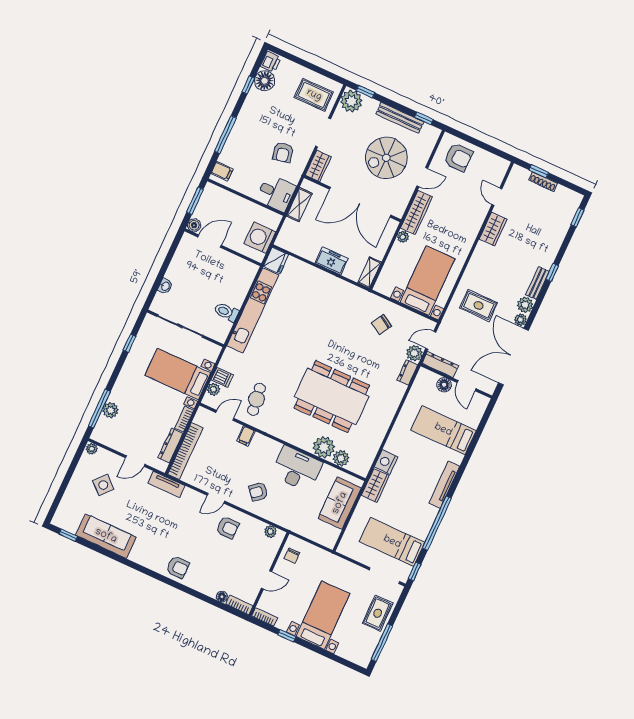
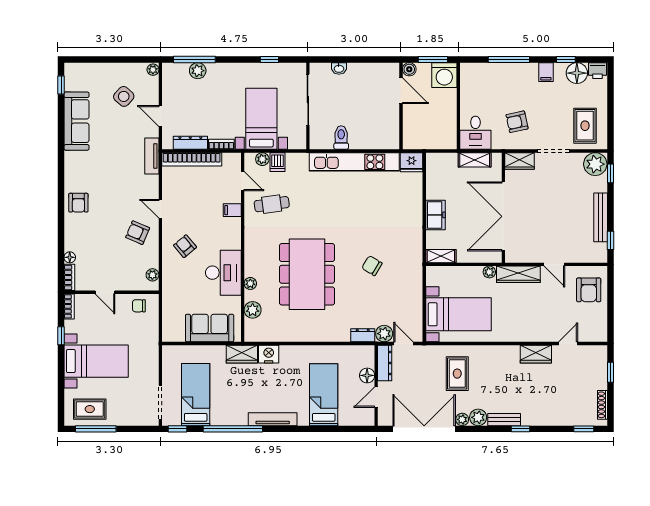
spiral stairs: (386, 158) -> (557, 222), removed
filing cabinet: (222, 171) -> (546, 72), moved
shoe rack: (543, 182) -> (602, 405), moved
washing machine: (260, 238) -> (444, 75), moved, turned 180
chair: (381, 325) -> (372, 266), moved
plant: (324, 447) -> (250, 283), width x0.53, depth x0.53
armchair: (228, 528) -> (138, 233), turned 113
rug: (378, 613) -> (90, 409), moved

